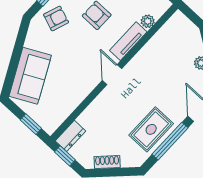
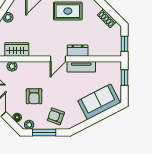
tv unit: (128, 41) -> (81, 67), moved
wardrobe: (160, 42) -> (17, 49), added
dresser: (71, 136) -> (78, 51), moved

